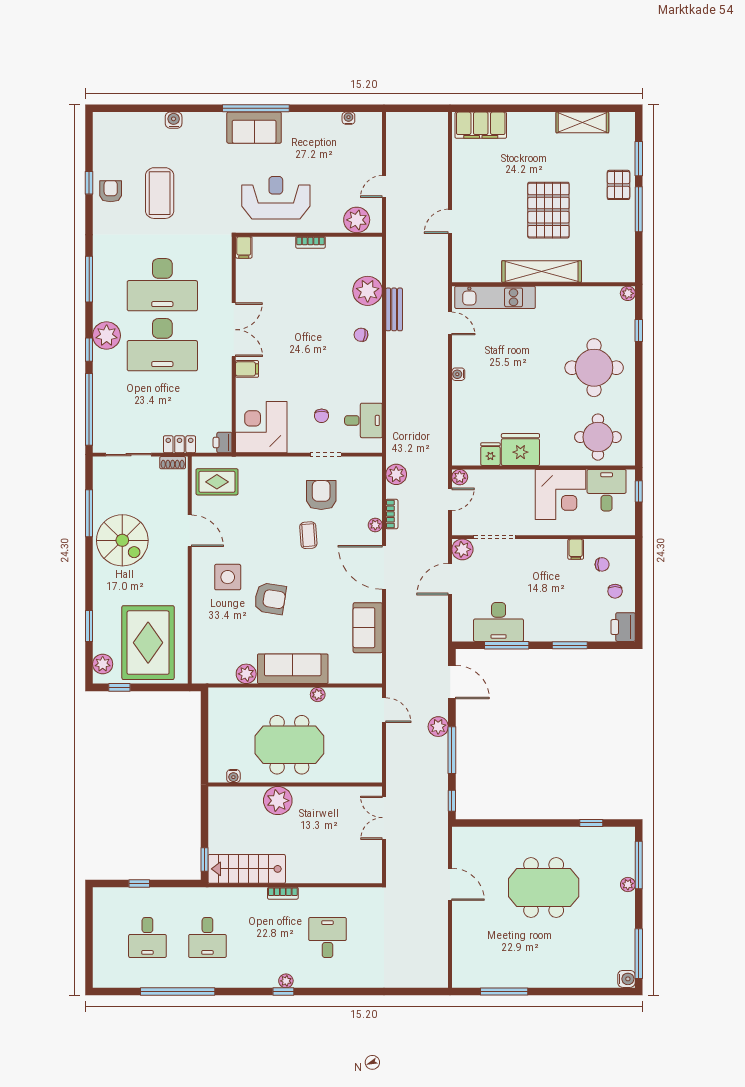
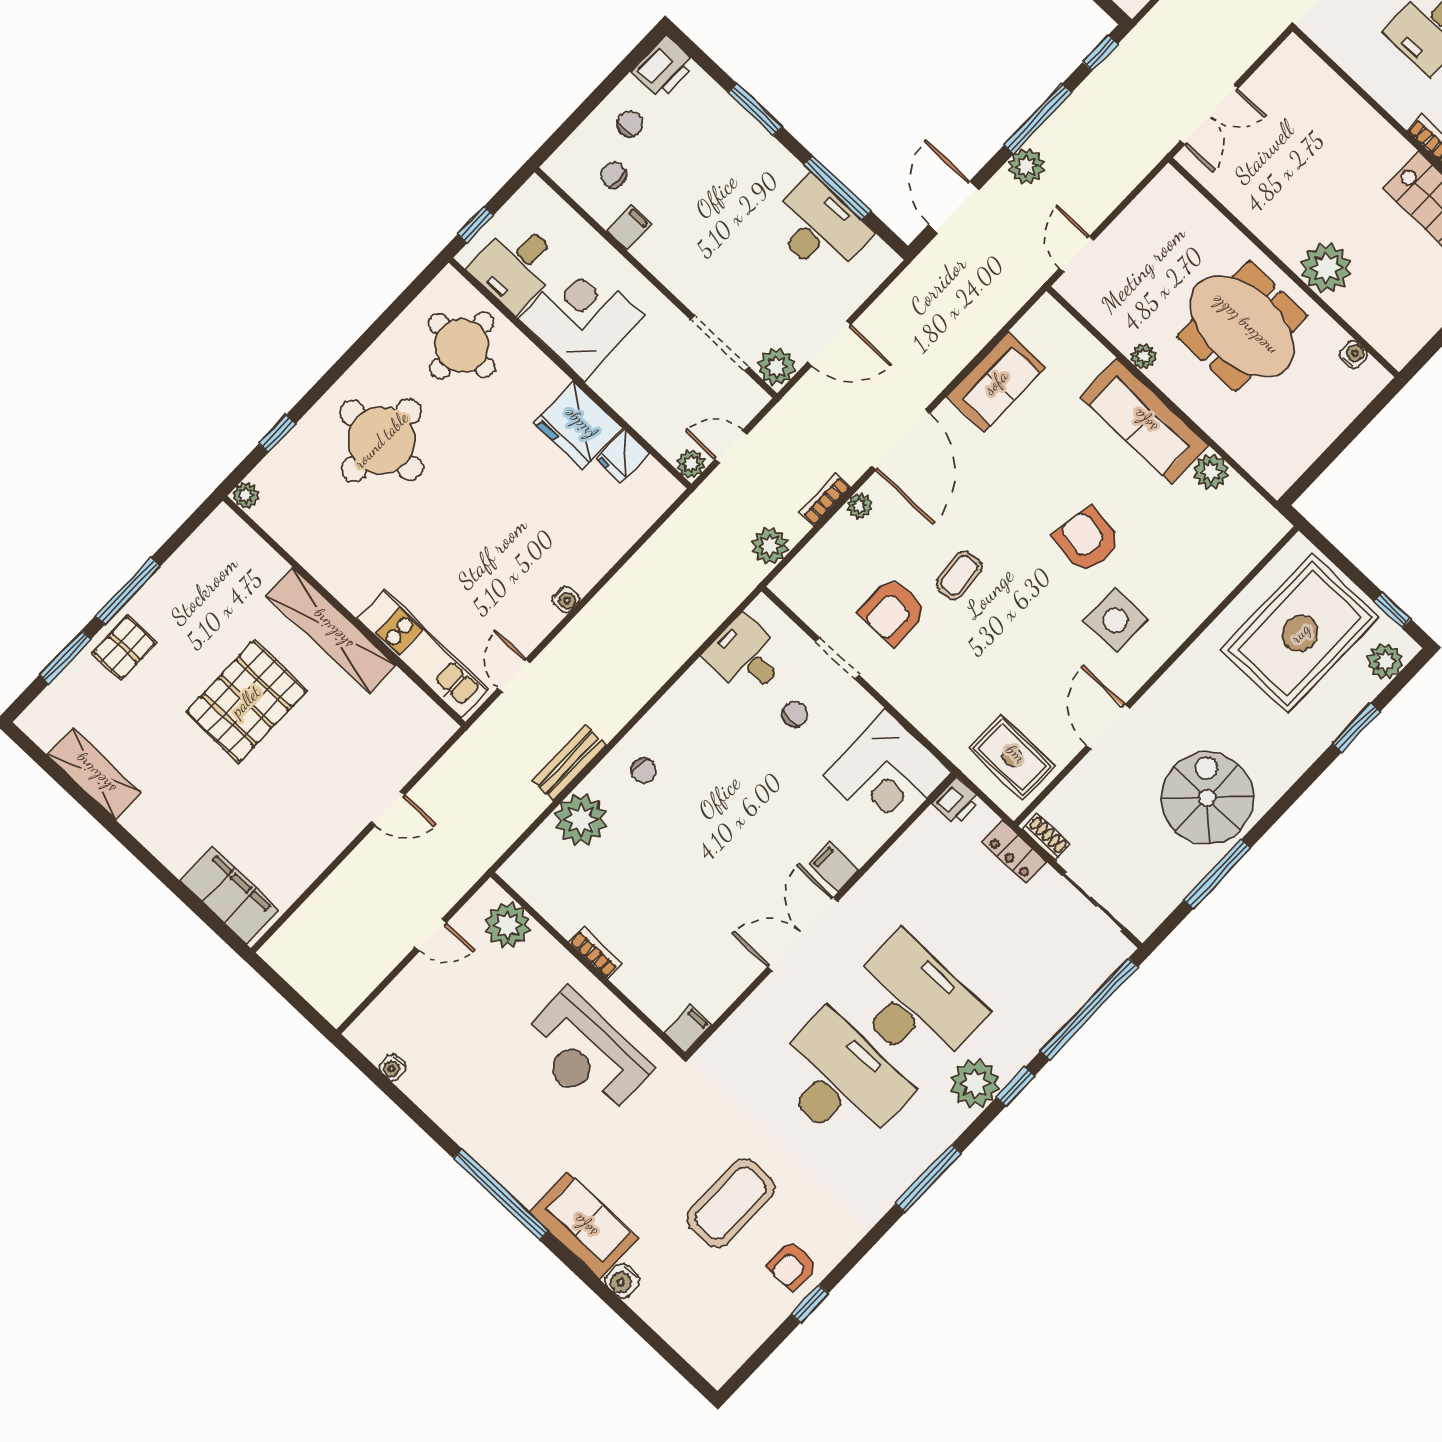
sofa: (254, 128) -> (584, 1226), moved

